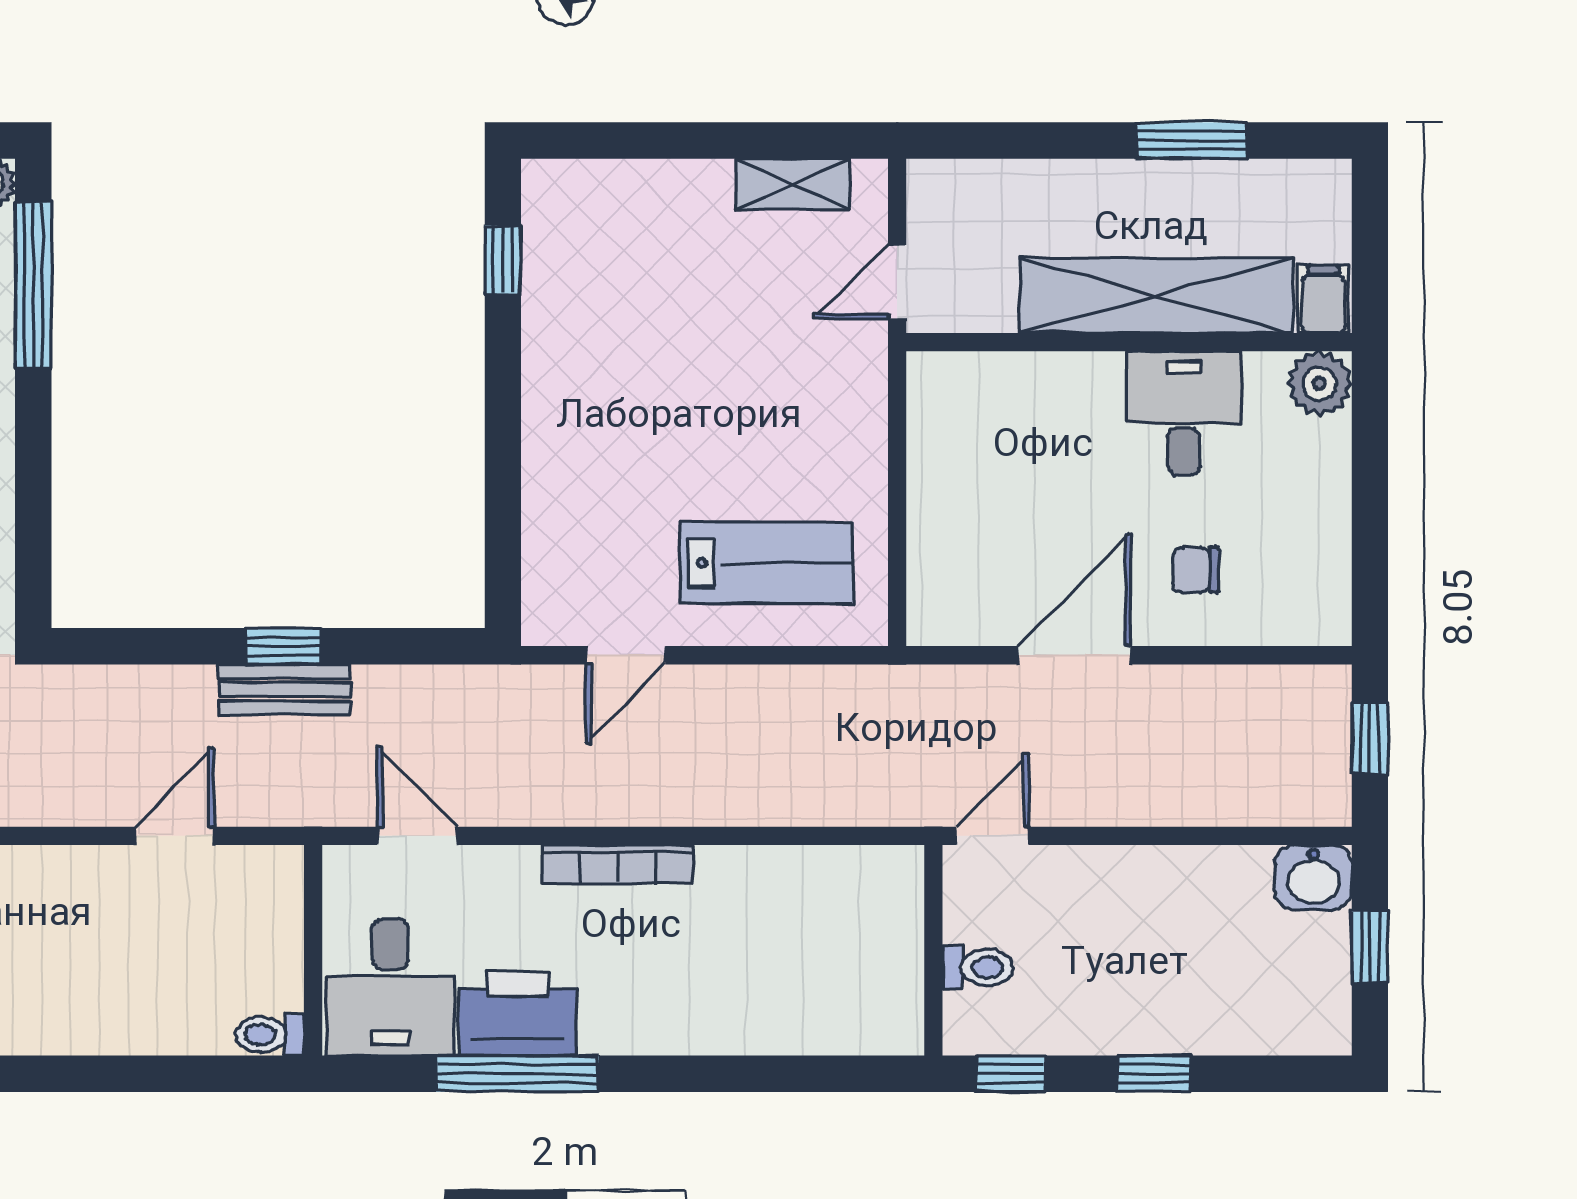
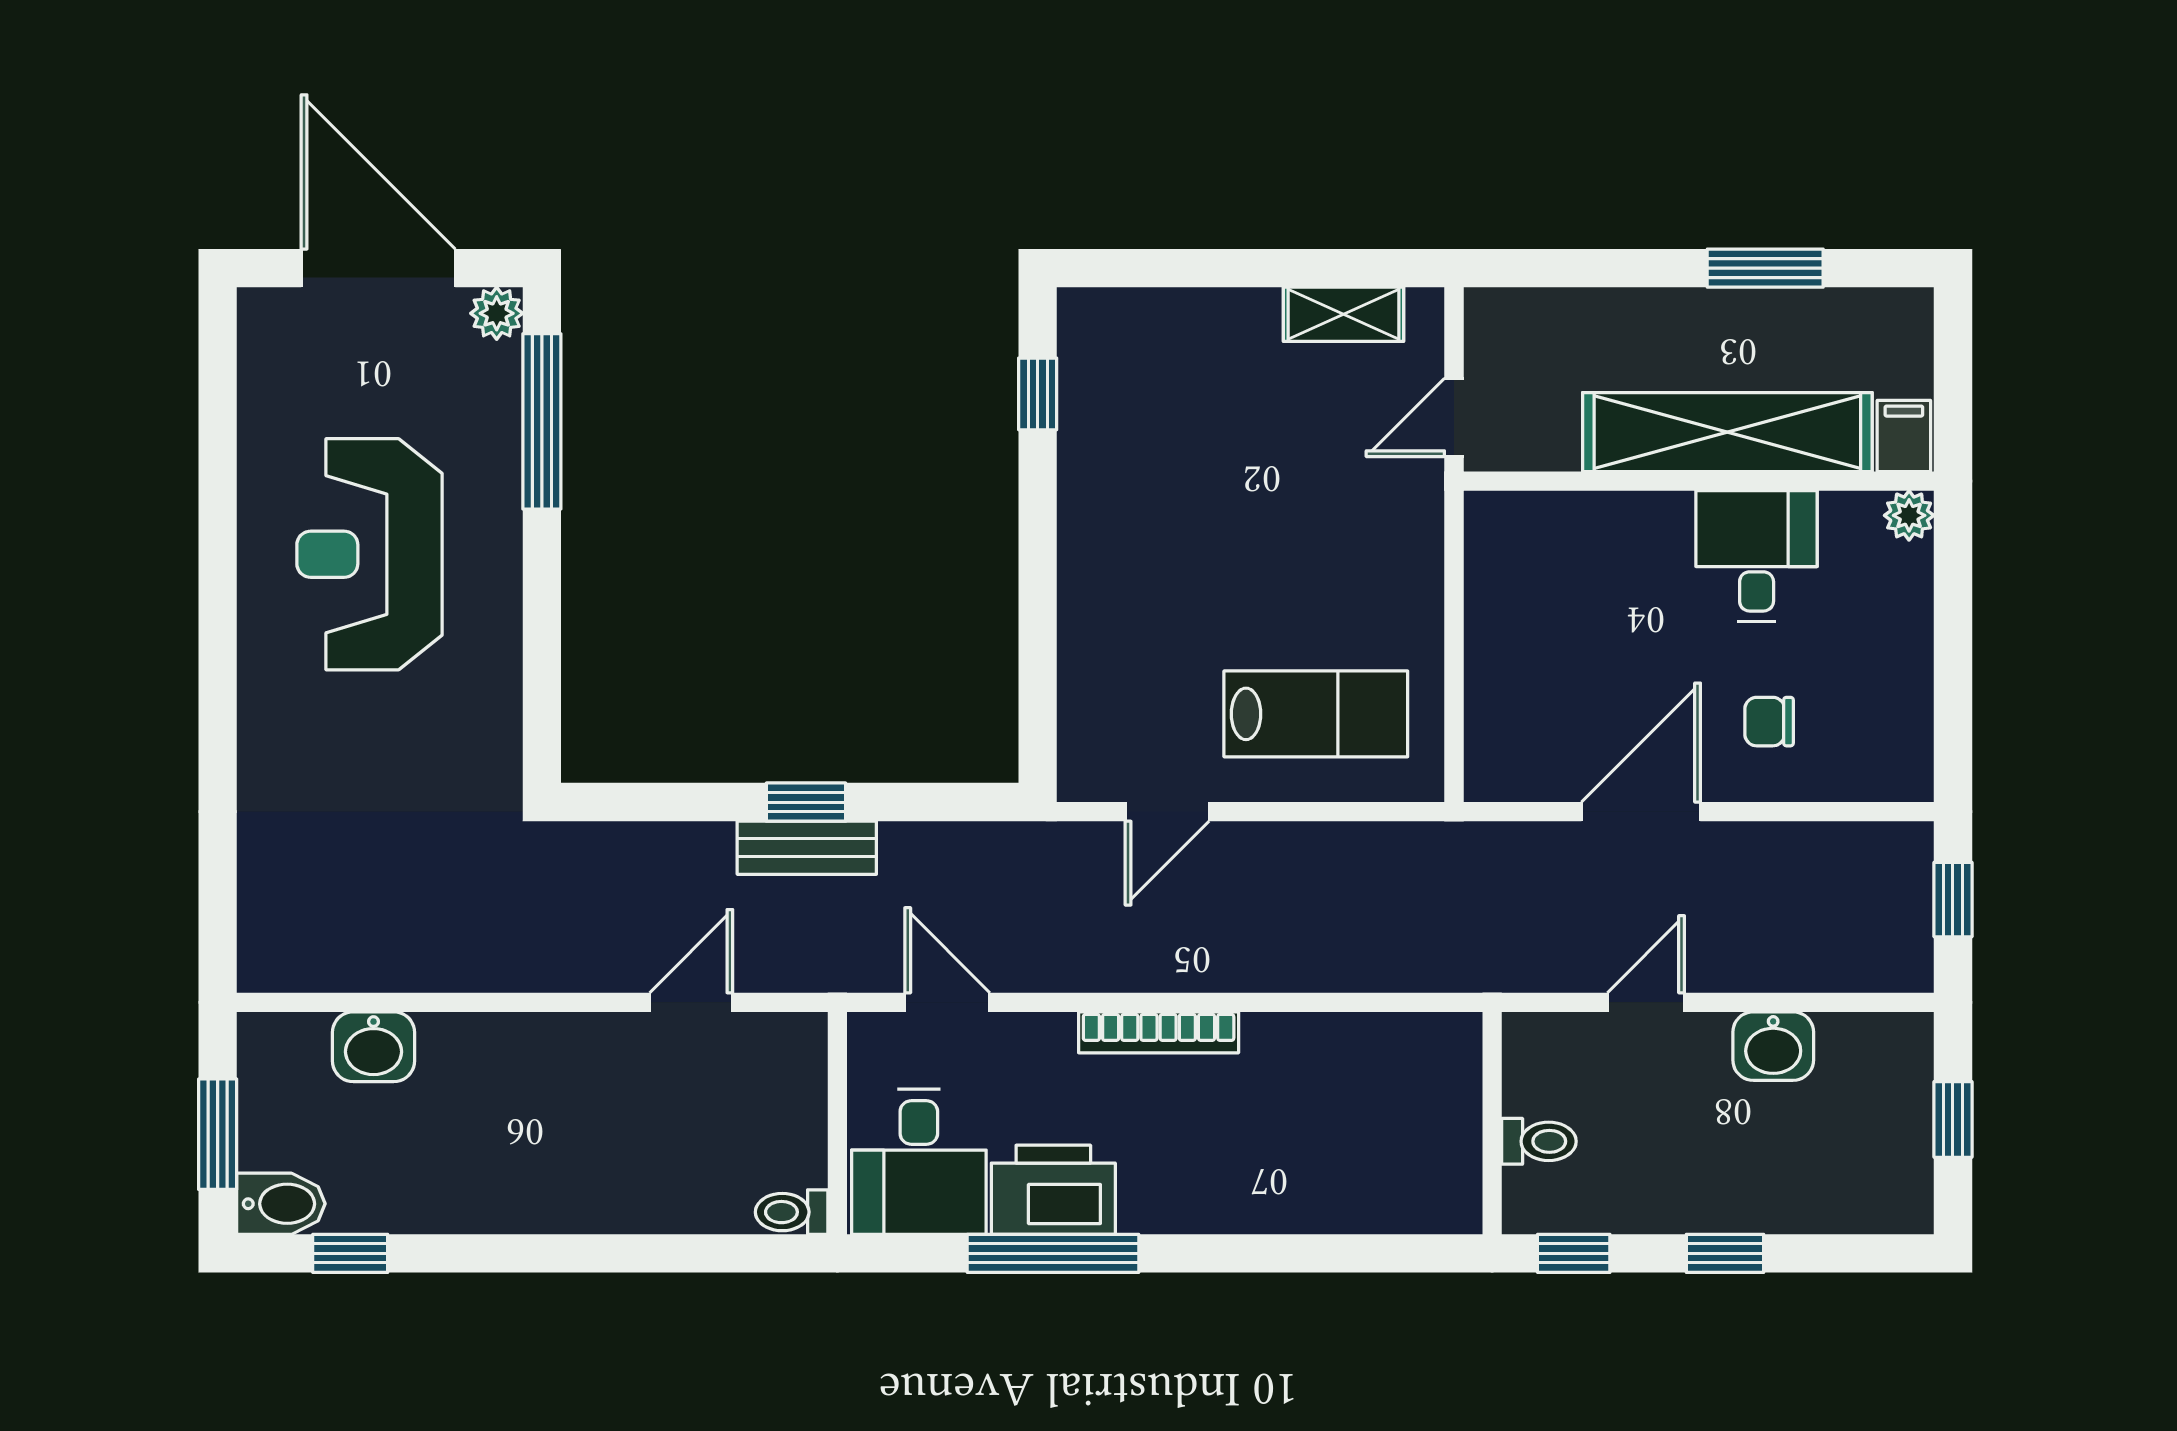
plant: (1319, 384) -> (1909, 515), width x0.73, depth x0.73
door: (992, 836) -> (1646, 1002), moved
washbasin: (1313, 877) -> (1773, 1046), moved

